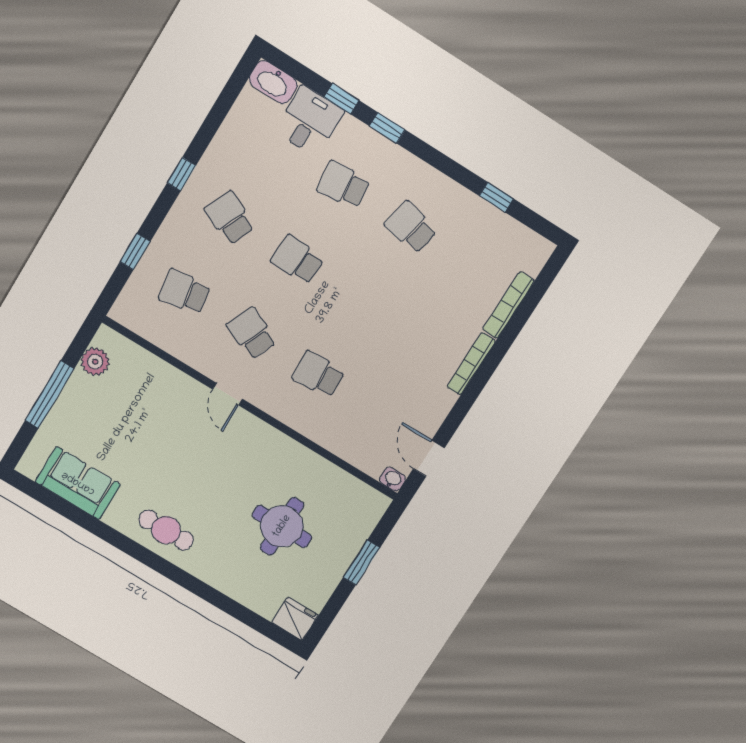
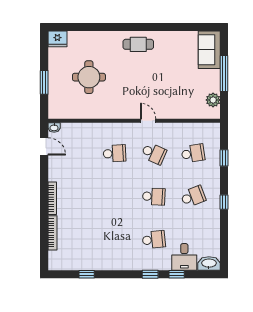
school desk: (230, 218) -> (193, 197), turned -45
school desk: (411, 227) -> (114, 240), removed
sofa: (78, 483) -> (209, 50), moved, turned 90

